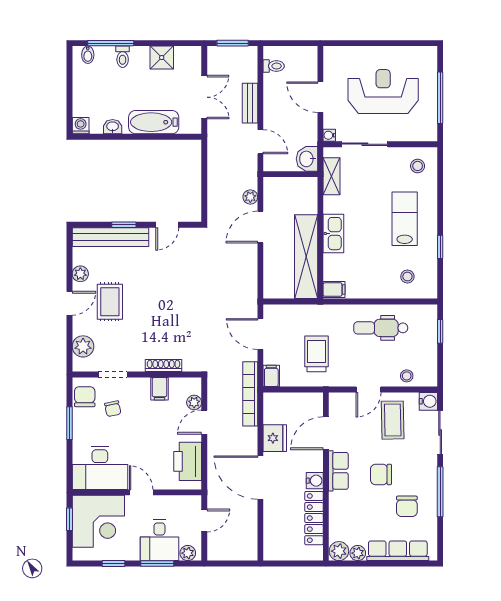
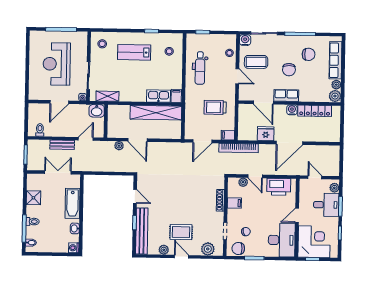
kitchen sink: (333, 234) -> (159, 96), moved

